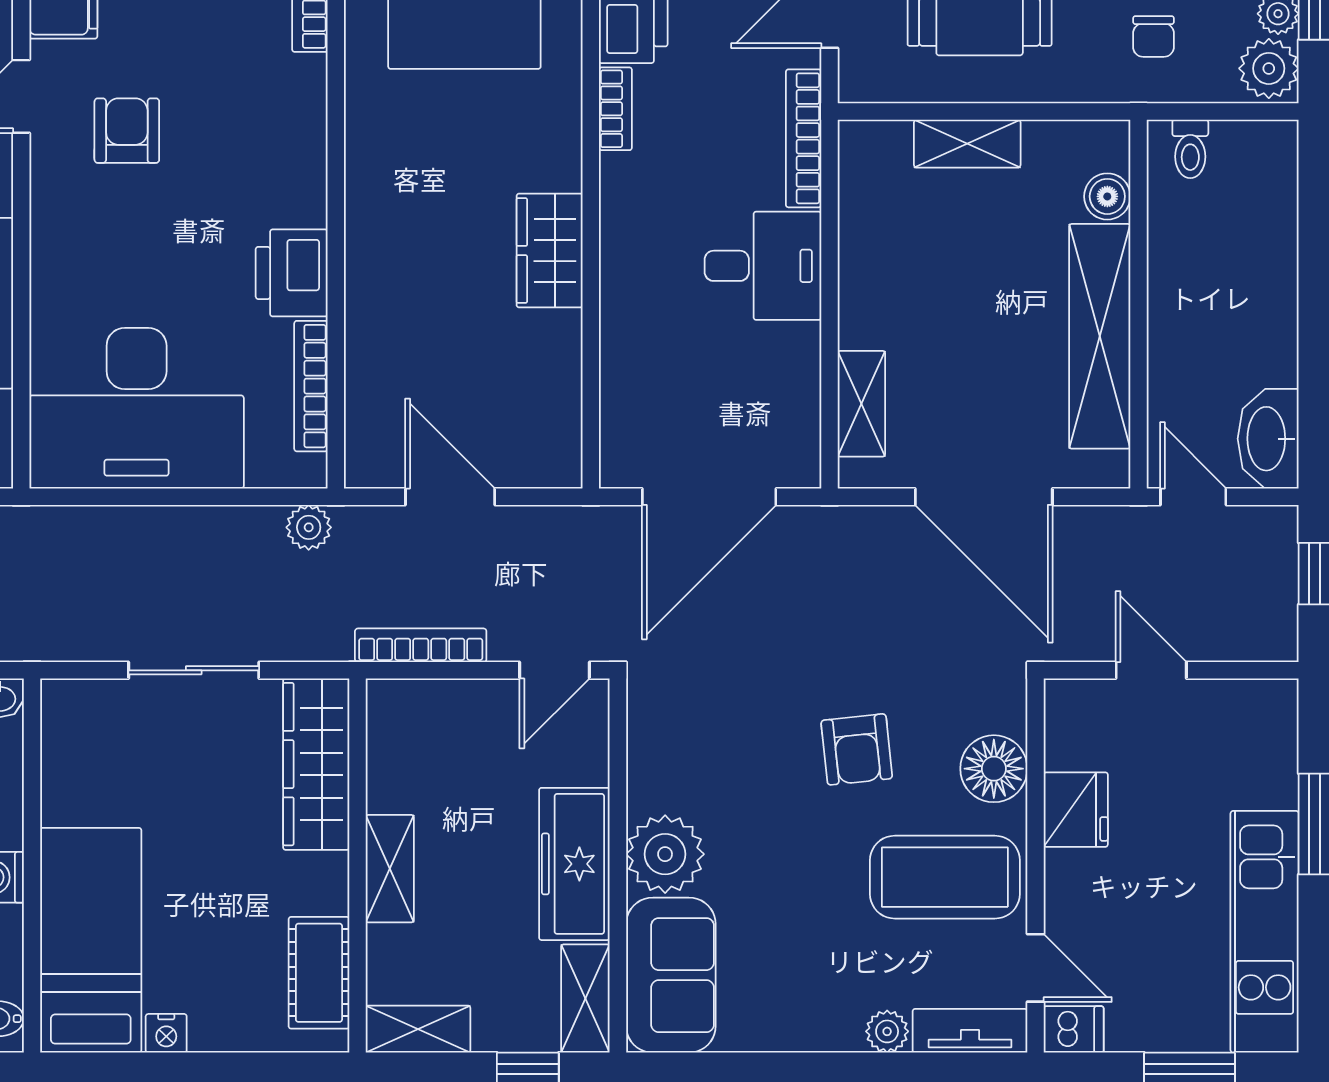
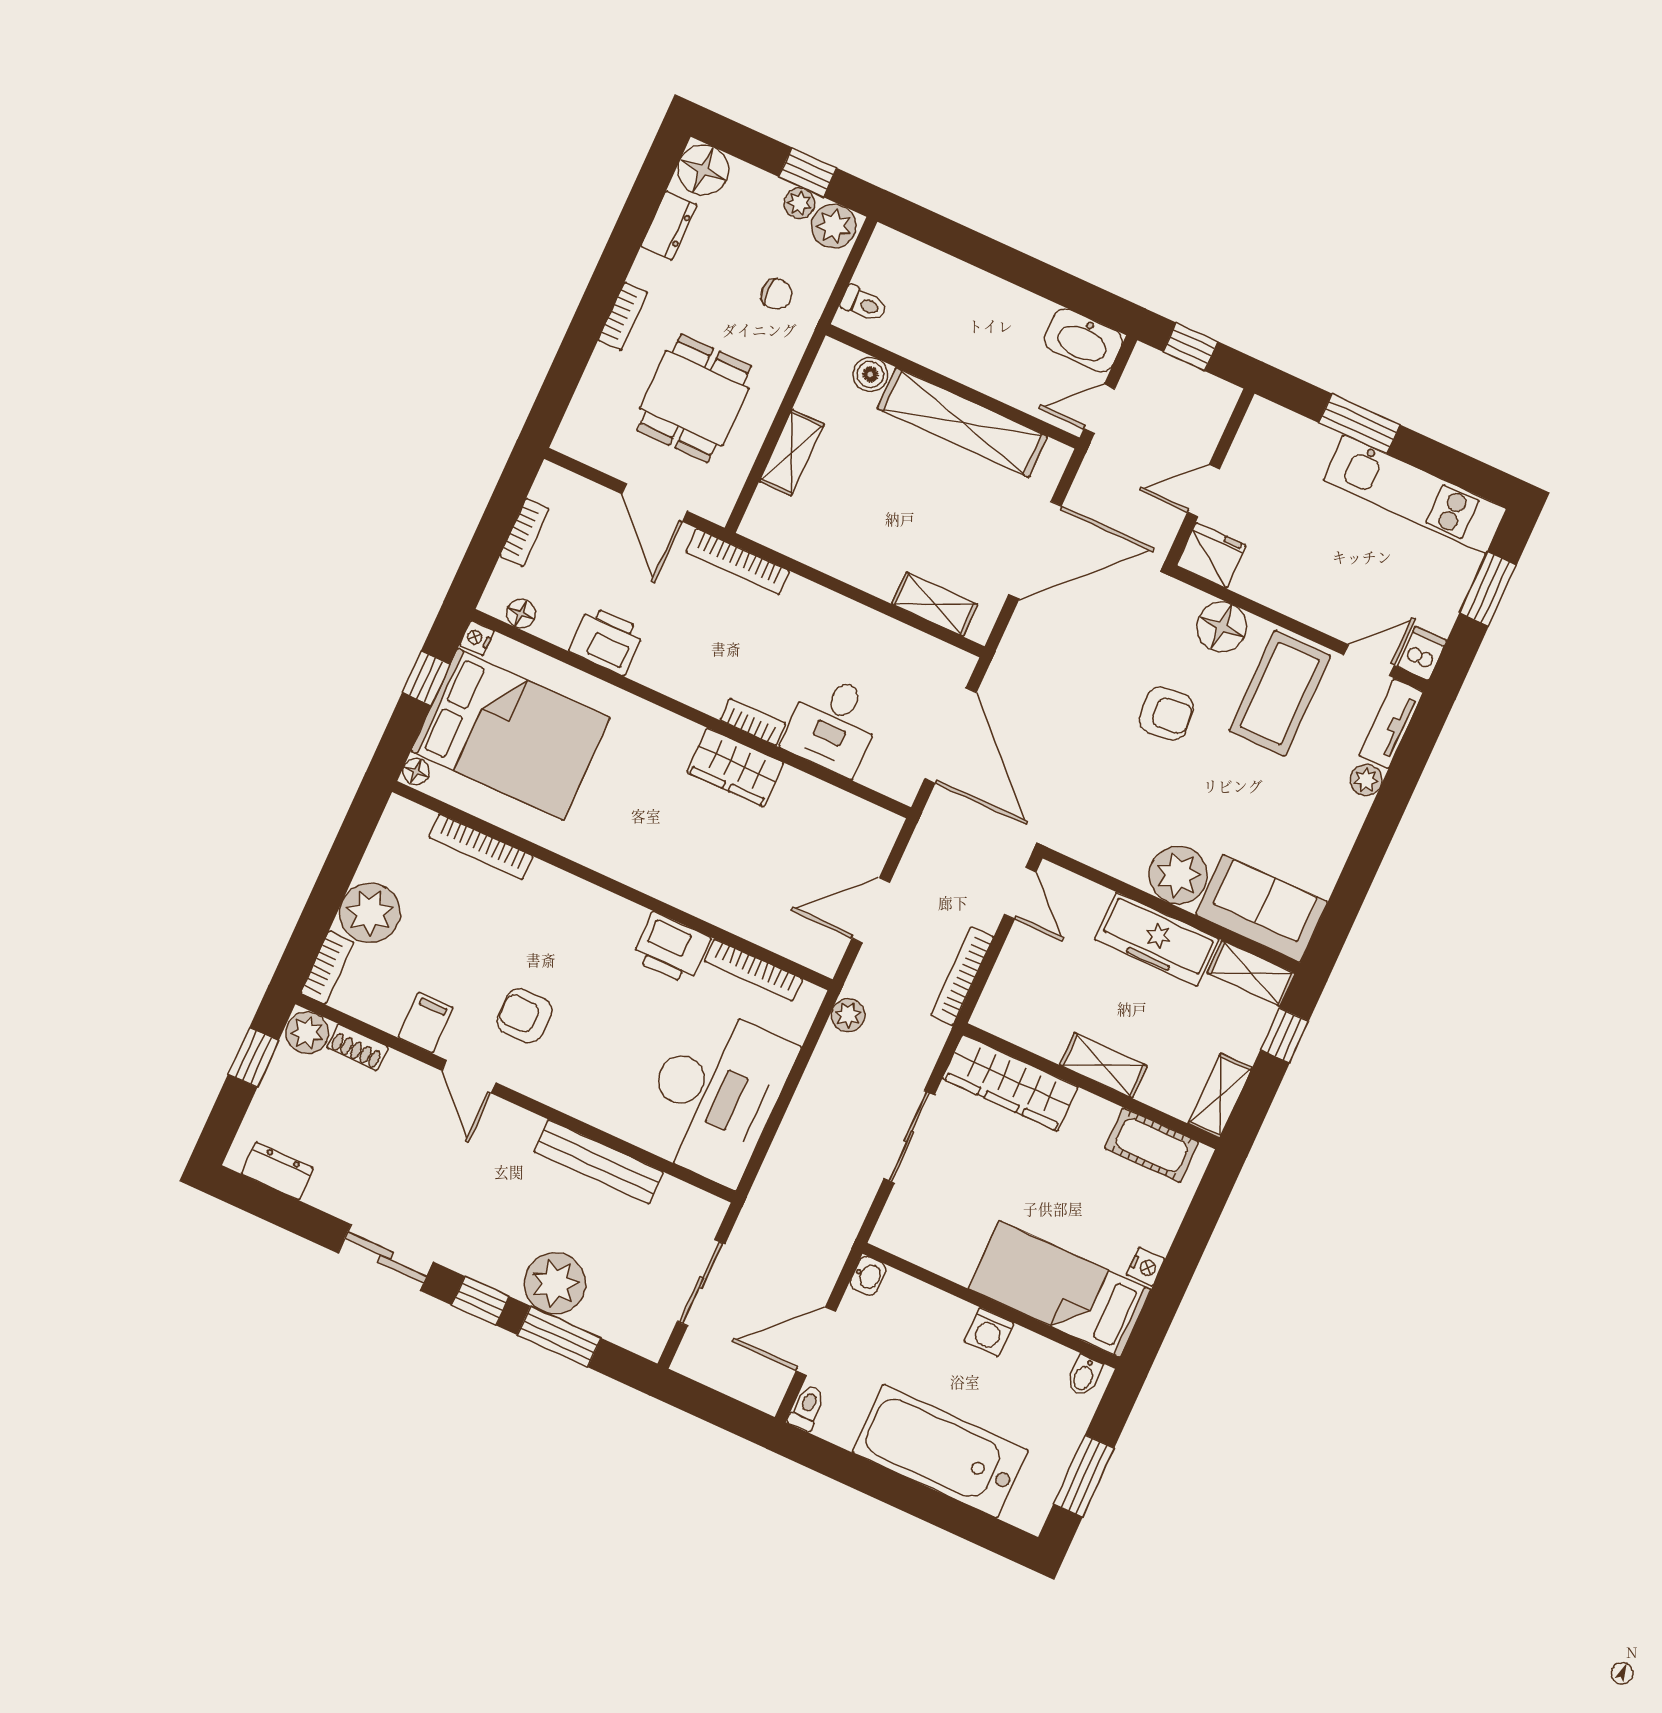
bookcase: (615, 109) -> (753, 722), moved
desk: (763, 266) -> (833, 724), moved, turned 180
fridge: (1076, 810) -> (1211, 555), moved

